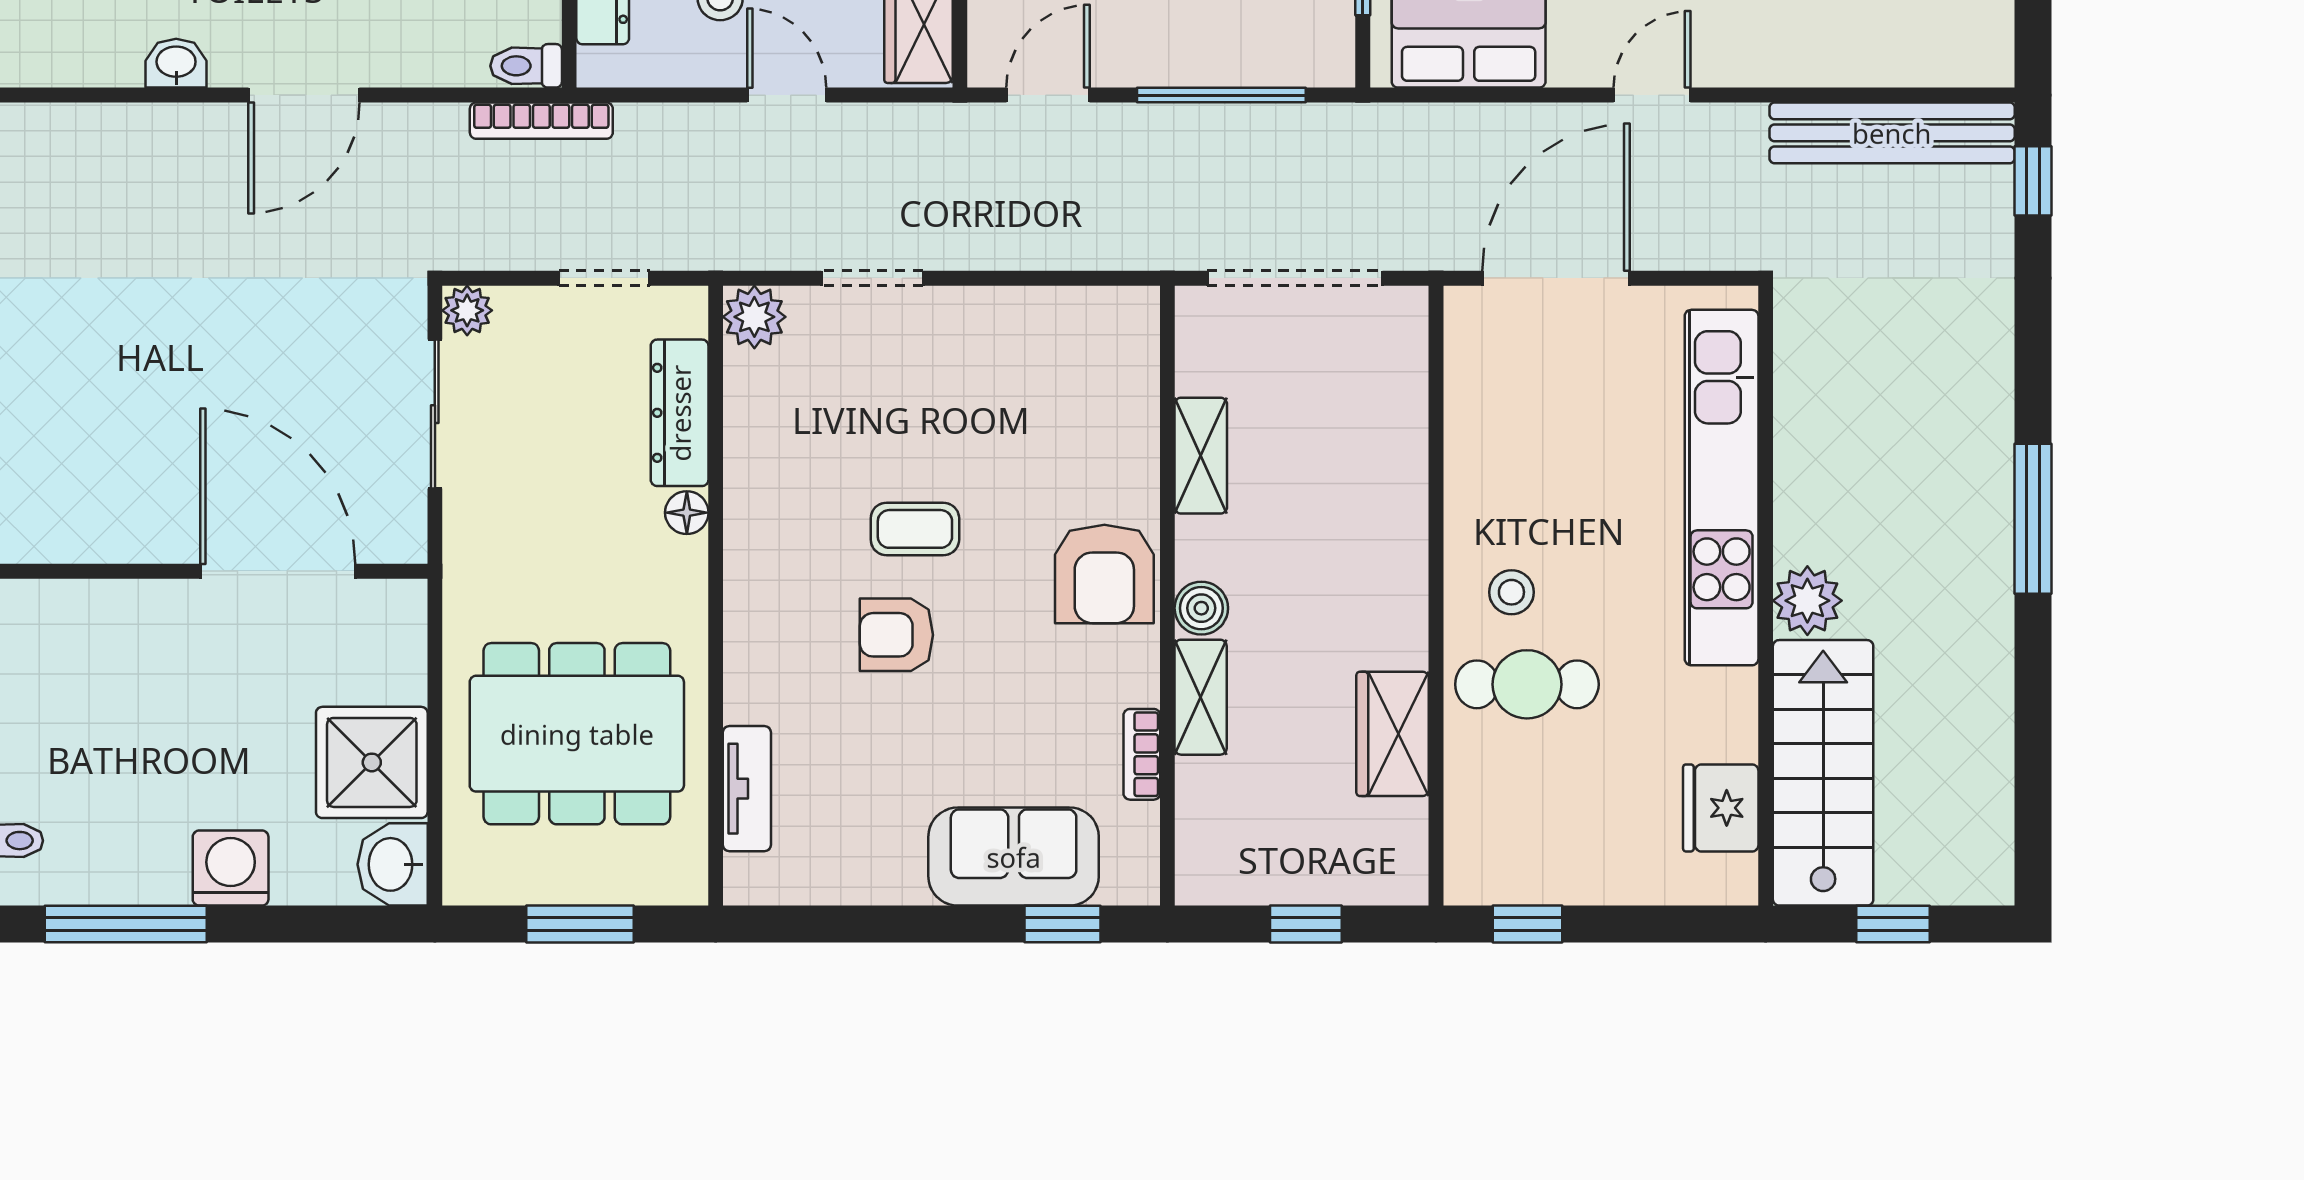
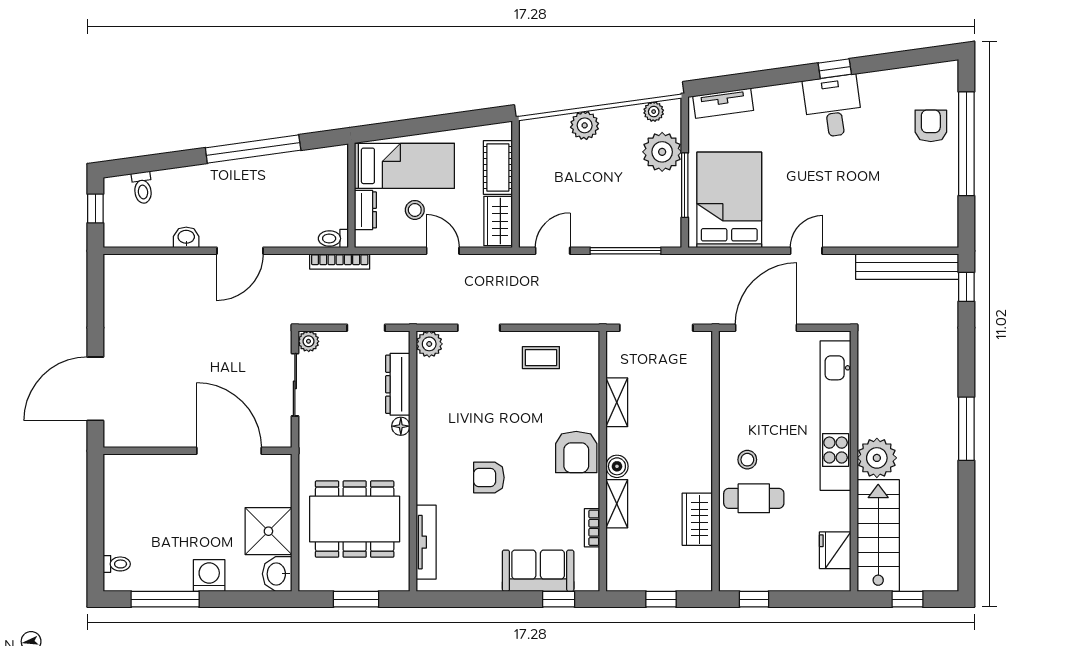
coffee table: (915, 529) -> (541, 358), moved
plant: (1807, 601) -> (877, 458), width x1.36, depth x1.36
tv unit: (747, 789) -> (426, 542), width x1.41

